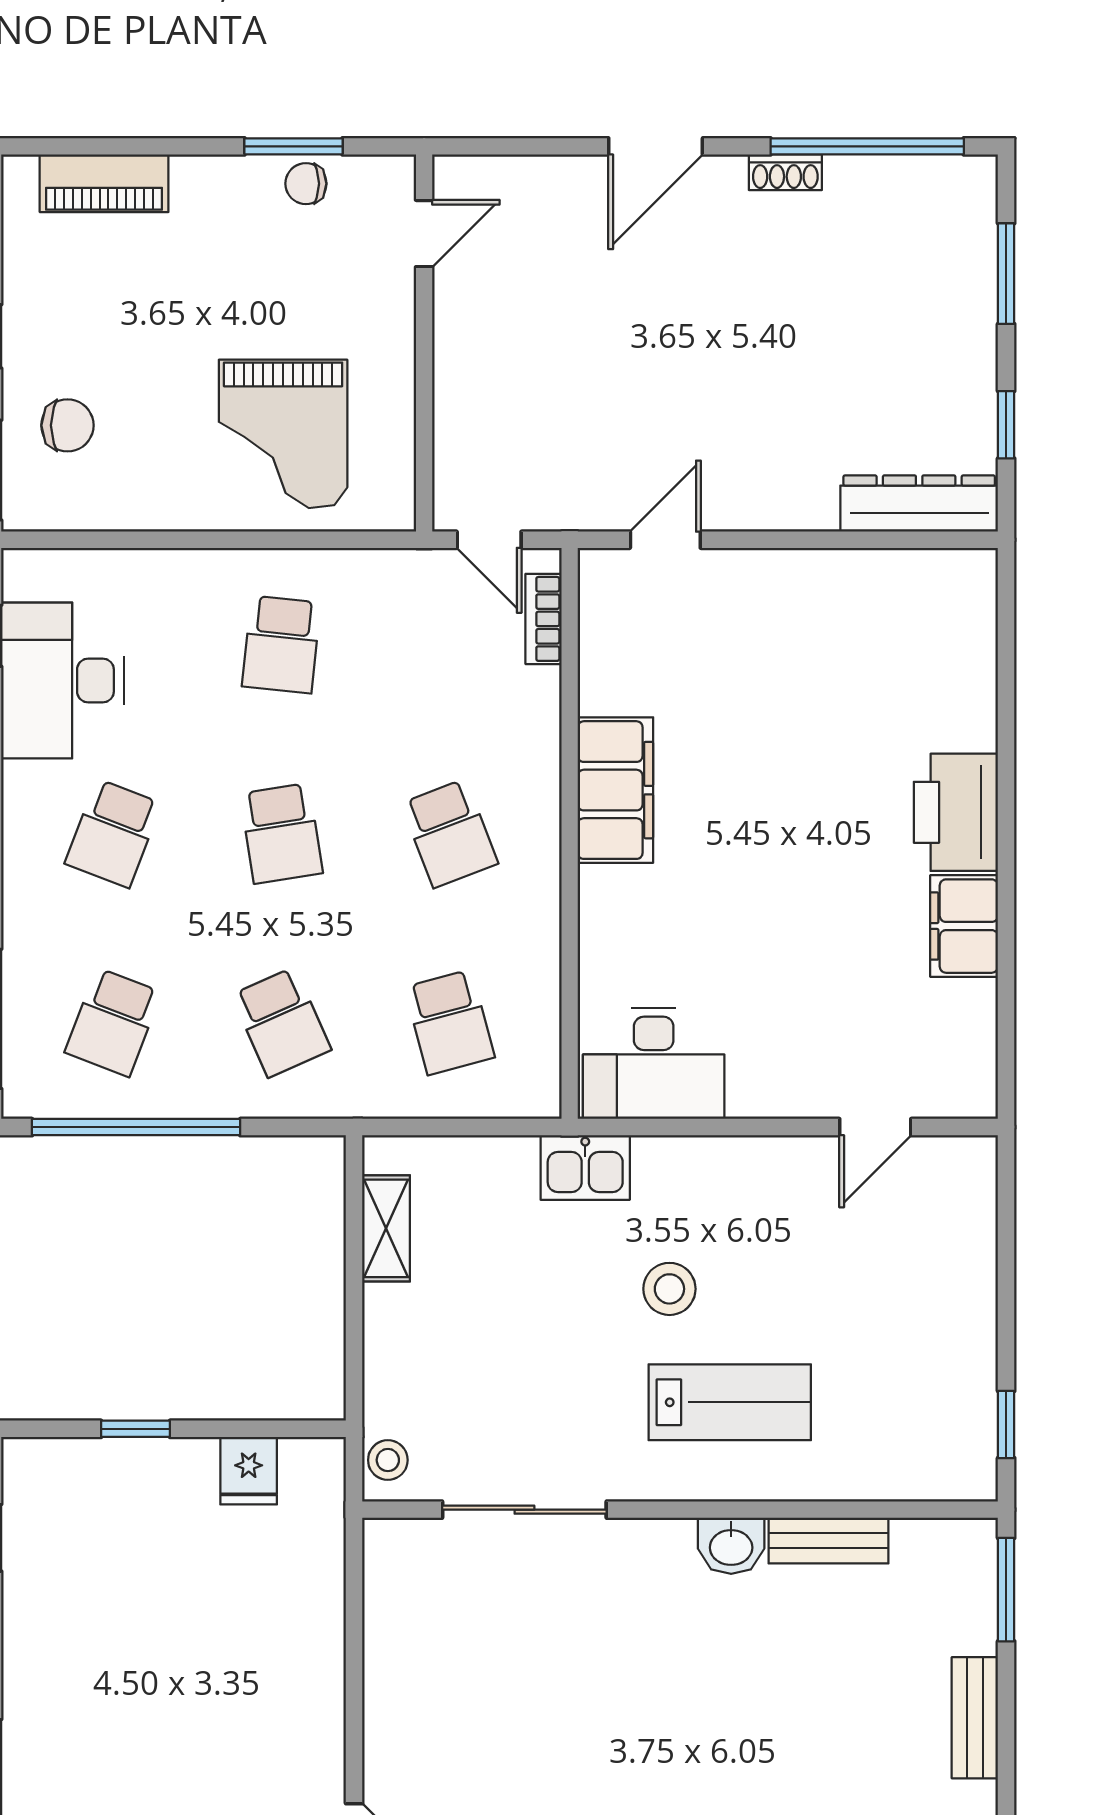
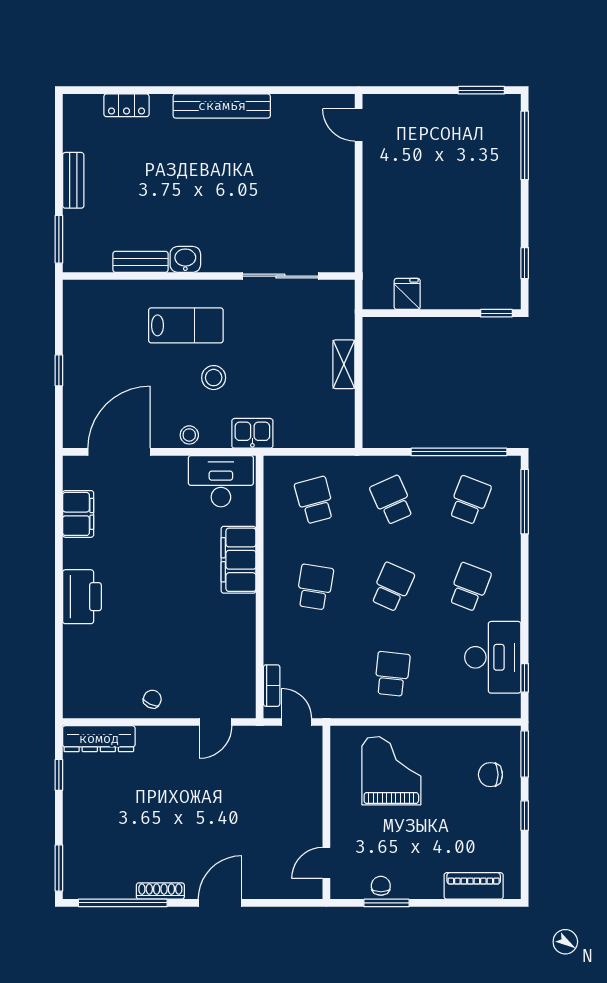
shoe rack: (785, 172) -> (160, 891), width x1.43
chair: (306, 184) -> (381, 886), turned -90
window: (1006, 274) -> (59, 868), moved
chair: (803, 590) -> (152, 699), added
filing cabinet: (615, 790) -> (238, 560), moved
school desk: (281, 833) -> (392, 587), turned 33
school desk: (450, 833) -> (315, 587), turned 30
filing cabinet: (964, 926) -> (78, 514), moved
door: (875, 1127) -> (119, 452), width x1.88
shelving: (386, 1228) -> (344, 364), moved
lab bench: (730, 1402) -> (186, 325), turned 180
window: (1006, 1424) -> (59, 370), moved
window: (136, 1429) -> (496, 313), moved
stool: (388, 1460) -> (189, 435), moved

